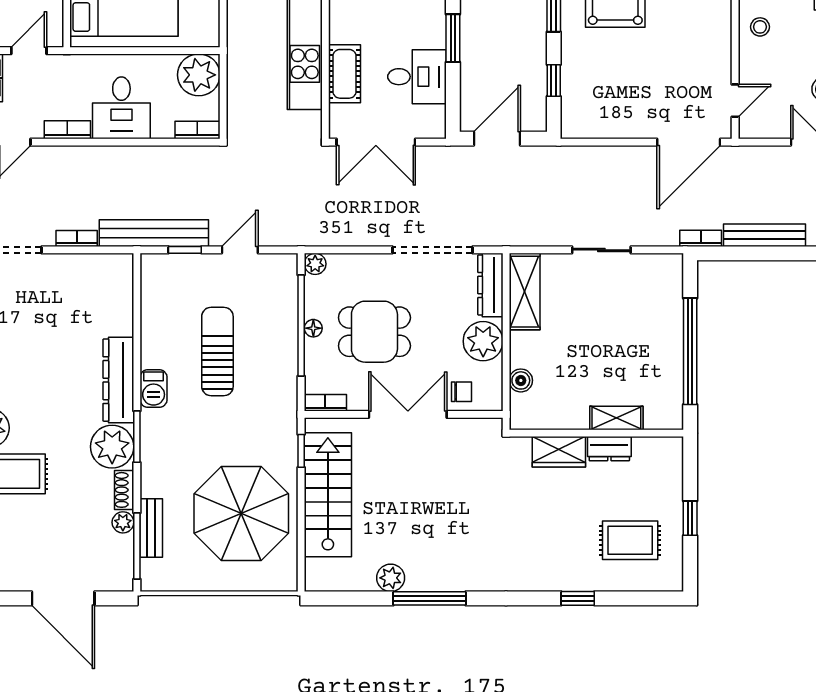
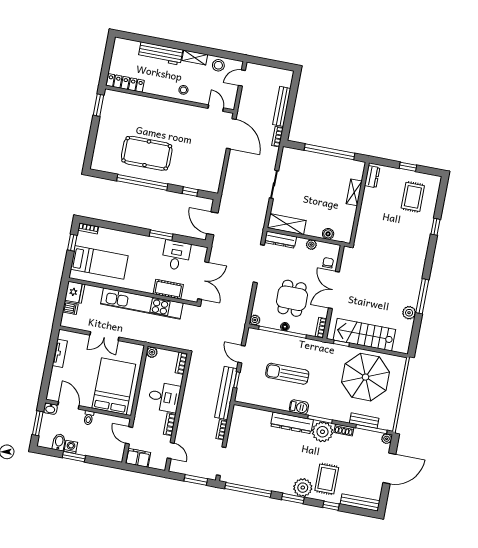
plant: (199, 75) -> (152, 352), width x0.53, depth x0.53
plant: (483, 341) -> (311, 245), width x0.53, depth x0.53
dresser: (609, 449) -> (372, 177), moved
wardrobe: (559, 452) -> (365, 222), removed
plant: (123, 522) -> (387, 439), moved

